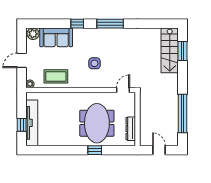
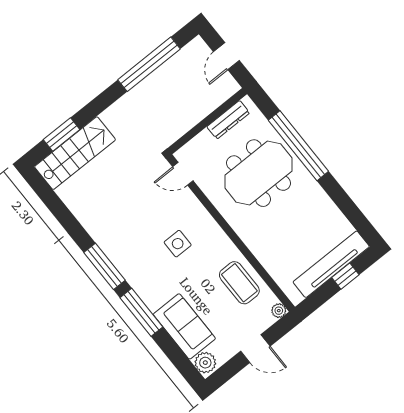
window: (77, 24) -> (141, 312), width x2.17
window: (95, 150) -> (298, 146), width x3.17

